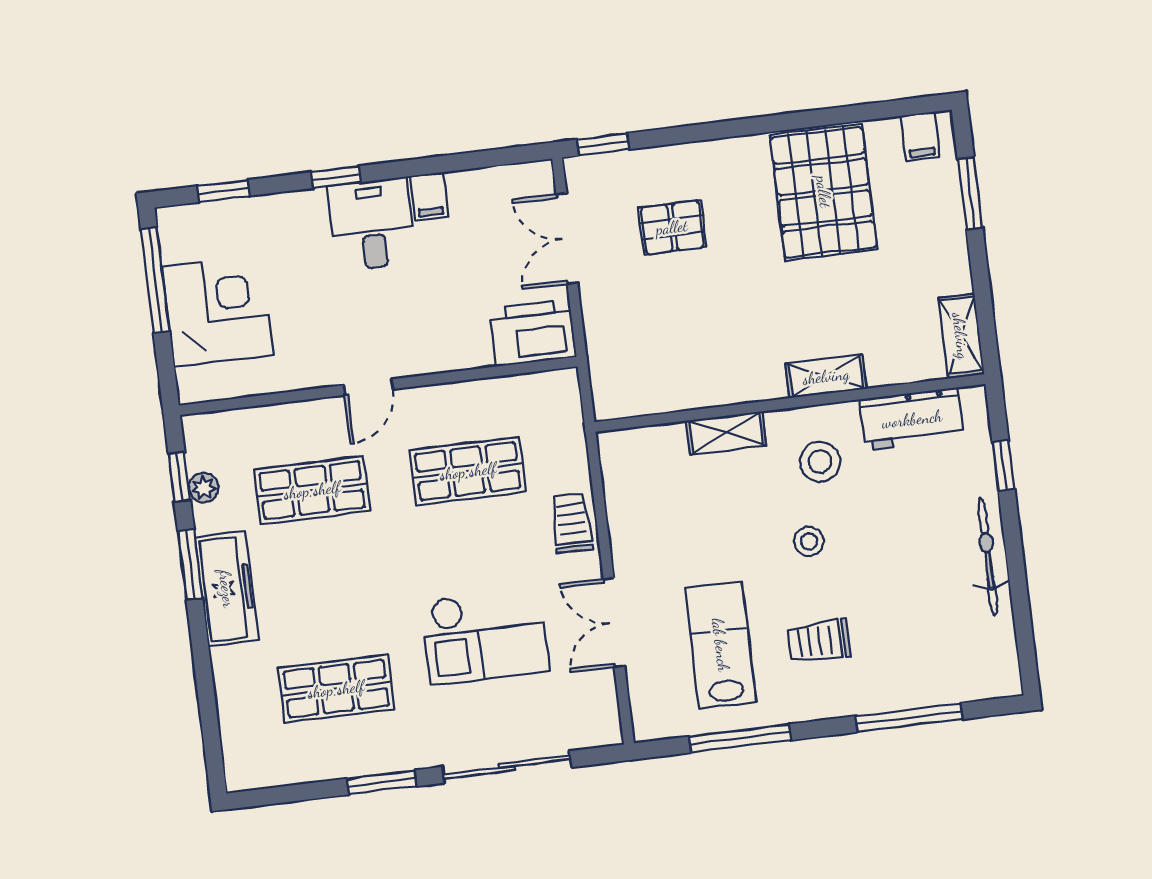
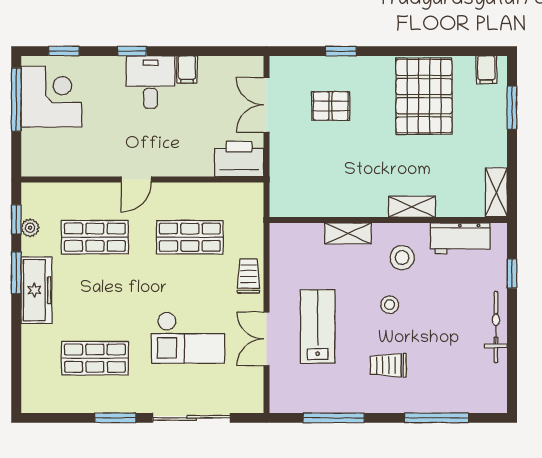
window: (603, 144) -> (341, 51), moved
corner desk: (218, 311) -> (51, 97), moved
lab bench: (721, 645) -> (318, 327), moved

